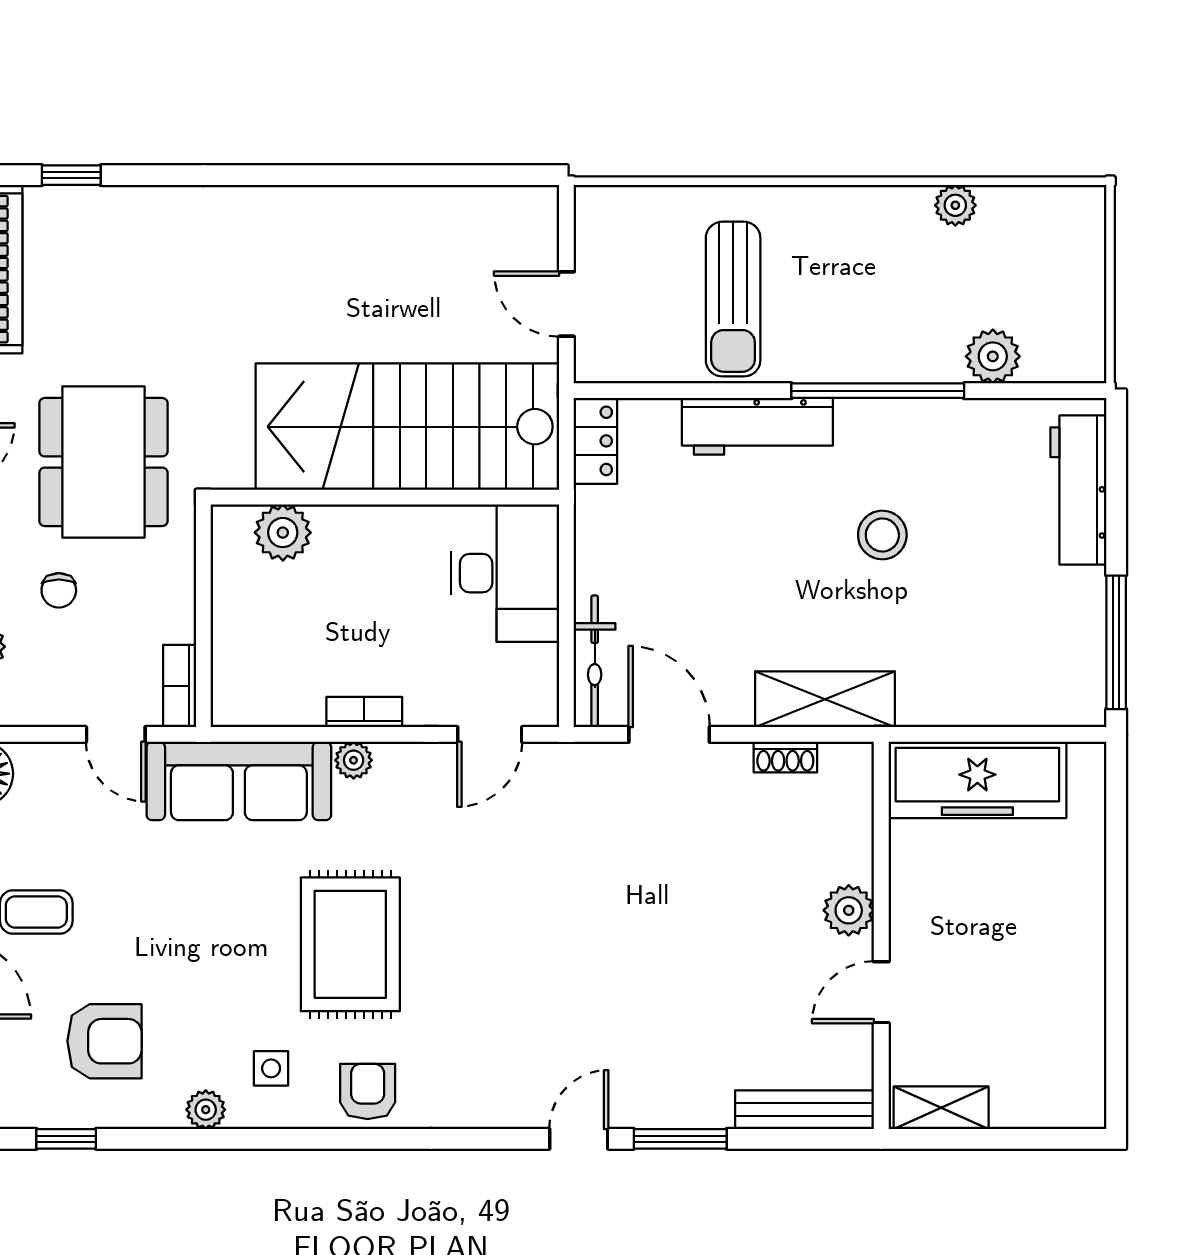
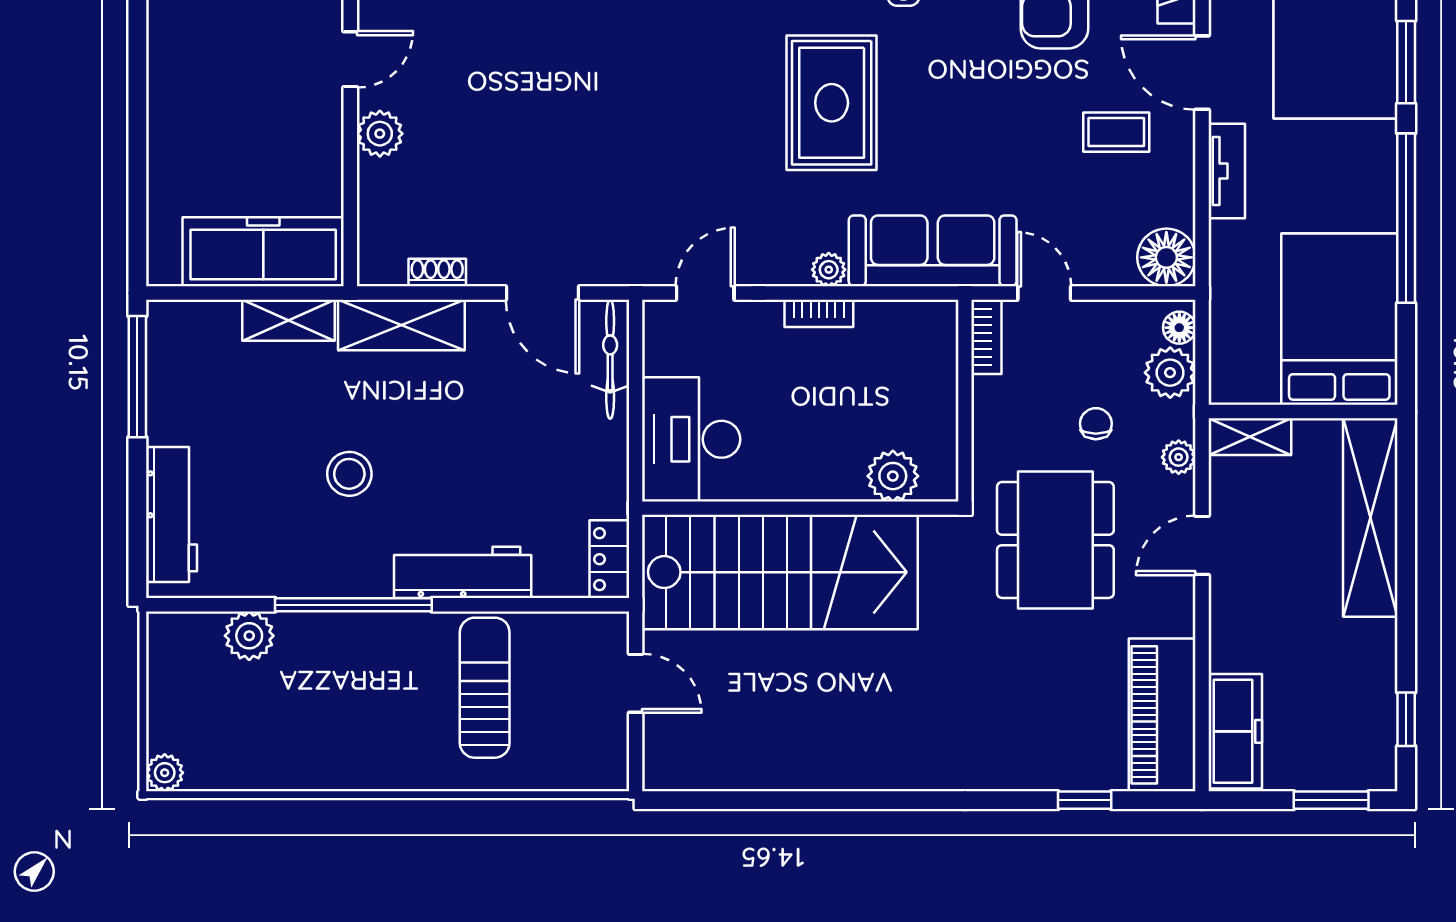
plant: (955, 205) -> (165, 773), moved
shelving: (949, 704) -> (289, 320), added

